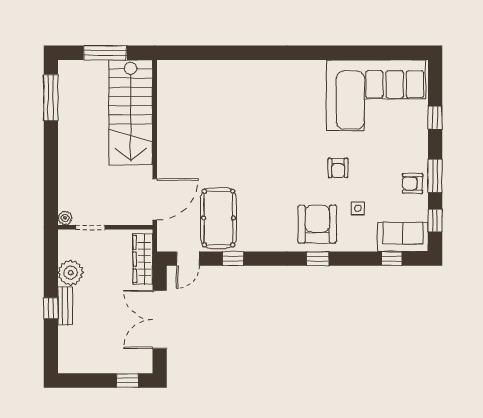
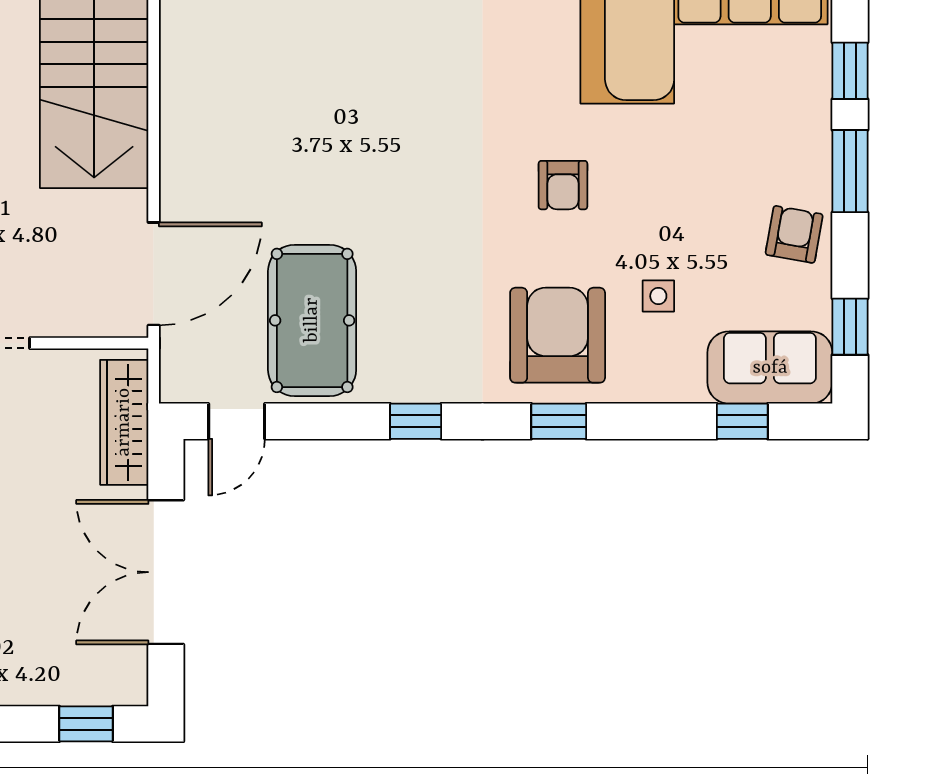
armchair: (338, 168) -> (563, 185), moved
window: (435, 176) -> (850, 171), moved
armchair: (413, 183) -> (794, 234), turned 100
window: (233, 259) -> (416, 421), moved

